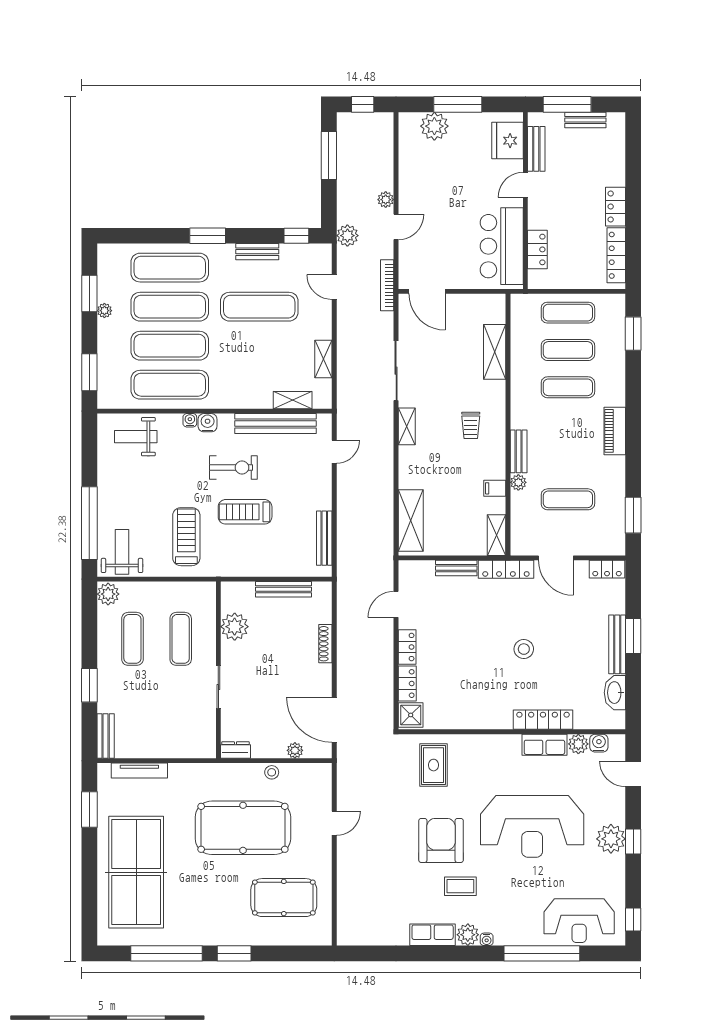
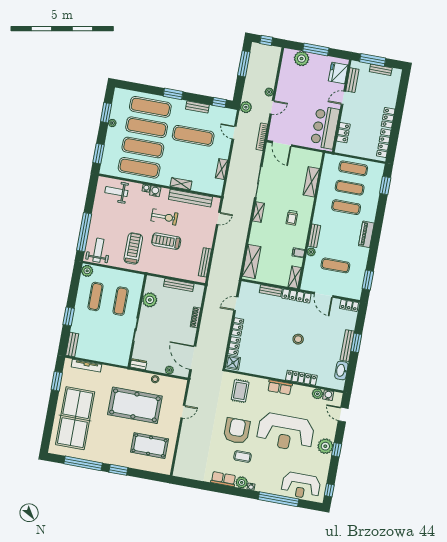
shelving: (293, 400) -> (181, 184), moved
row of seats: (544, 745) -> (280, 387), moved

